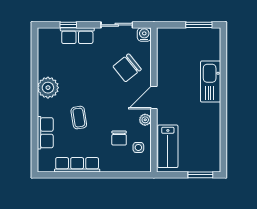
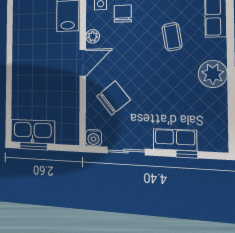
kitchen sink: (211, 82) -> (33, 132), moved, turned -90

